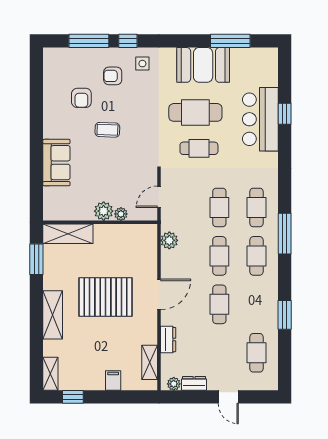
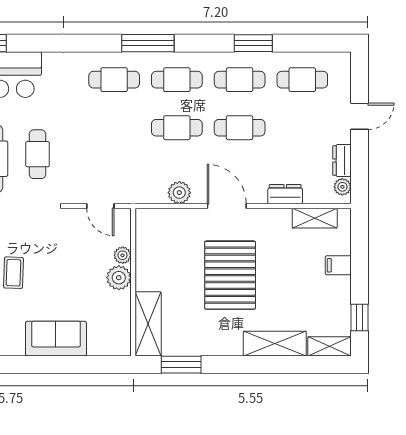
cafe table: (219, 207) -> (240, 80), moved
plant: (169, 240) -> (179, 193), moved
shelving: (53, 315) -> (275, 344), moved

